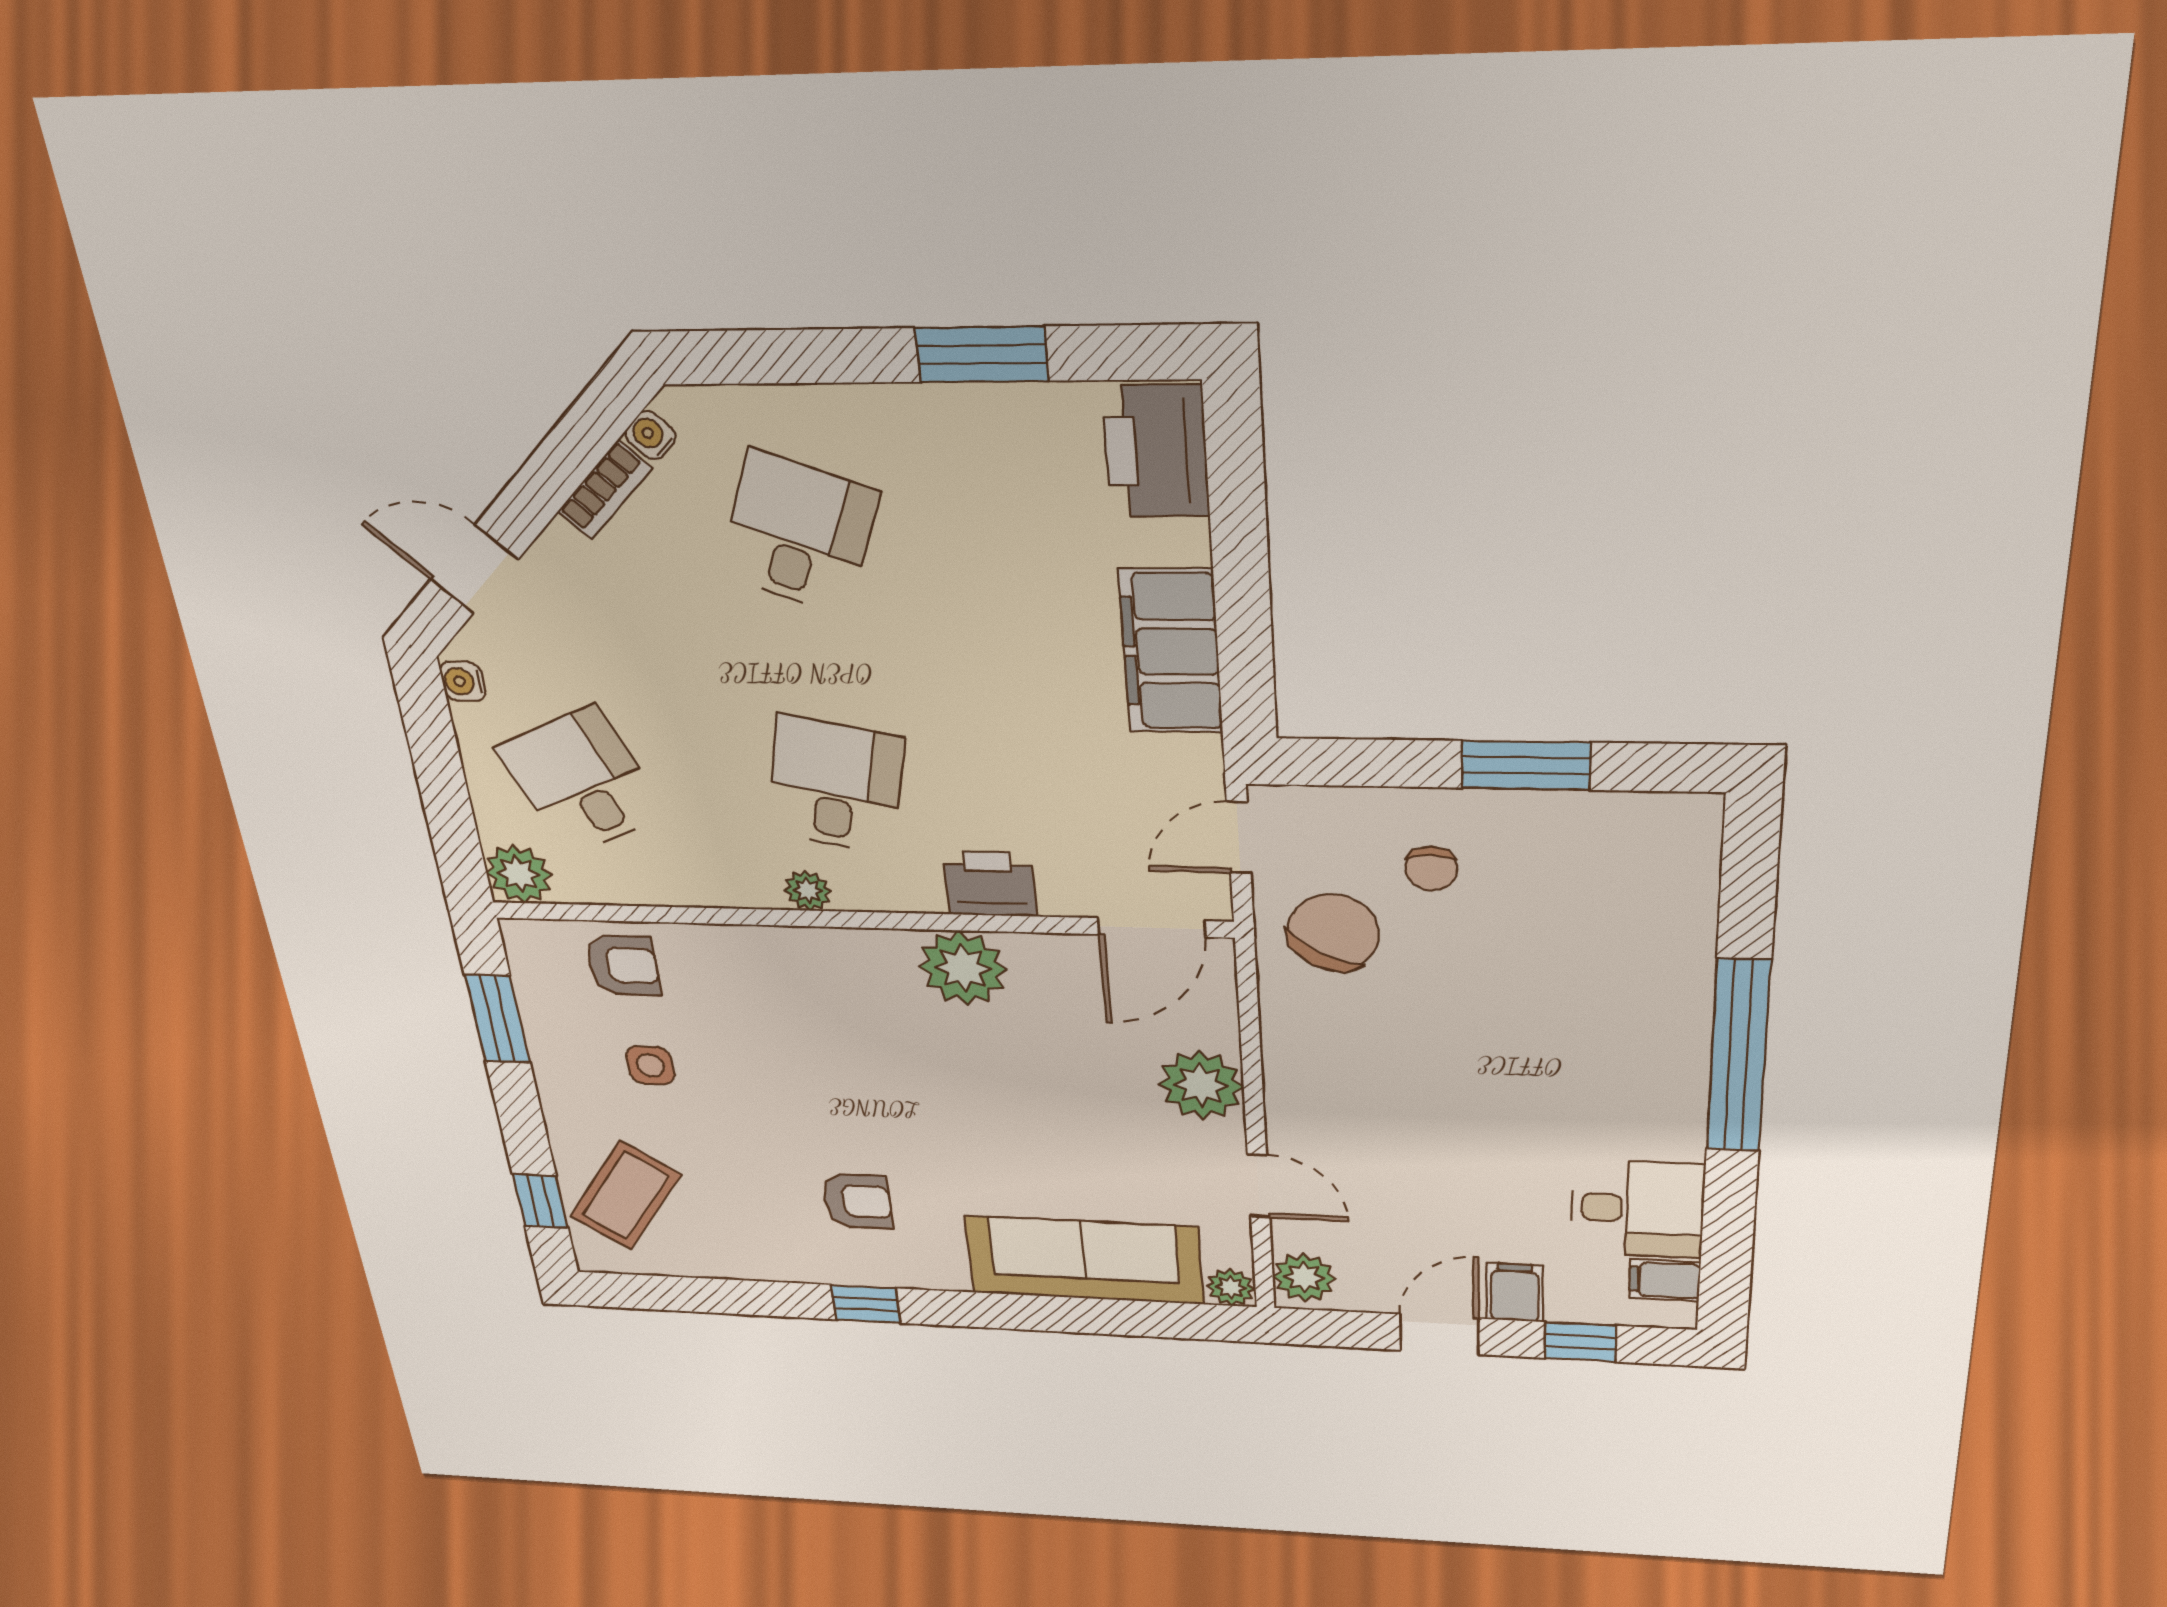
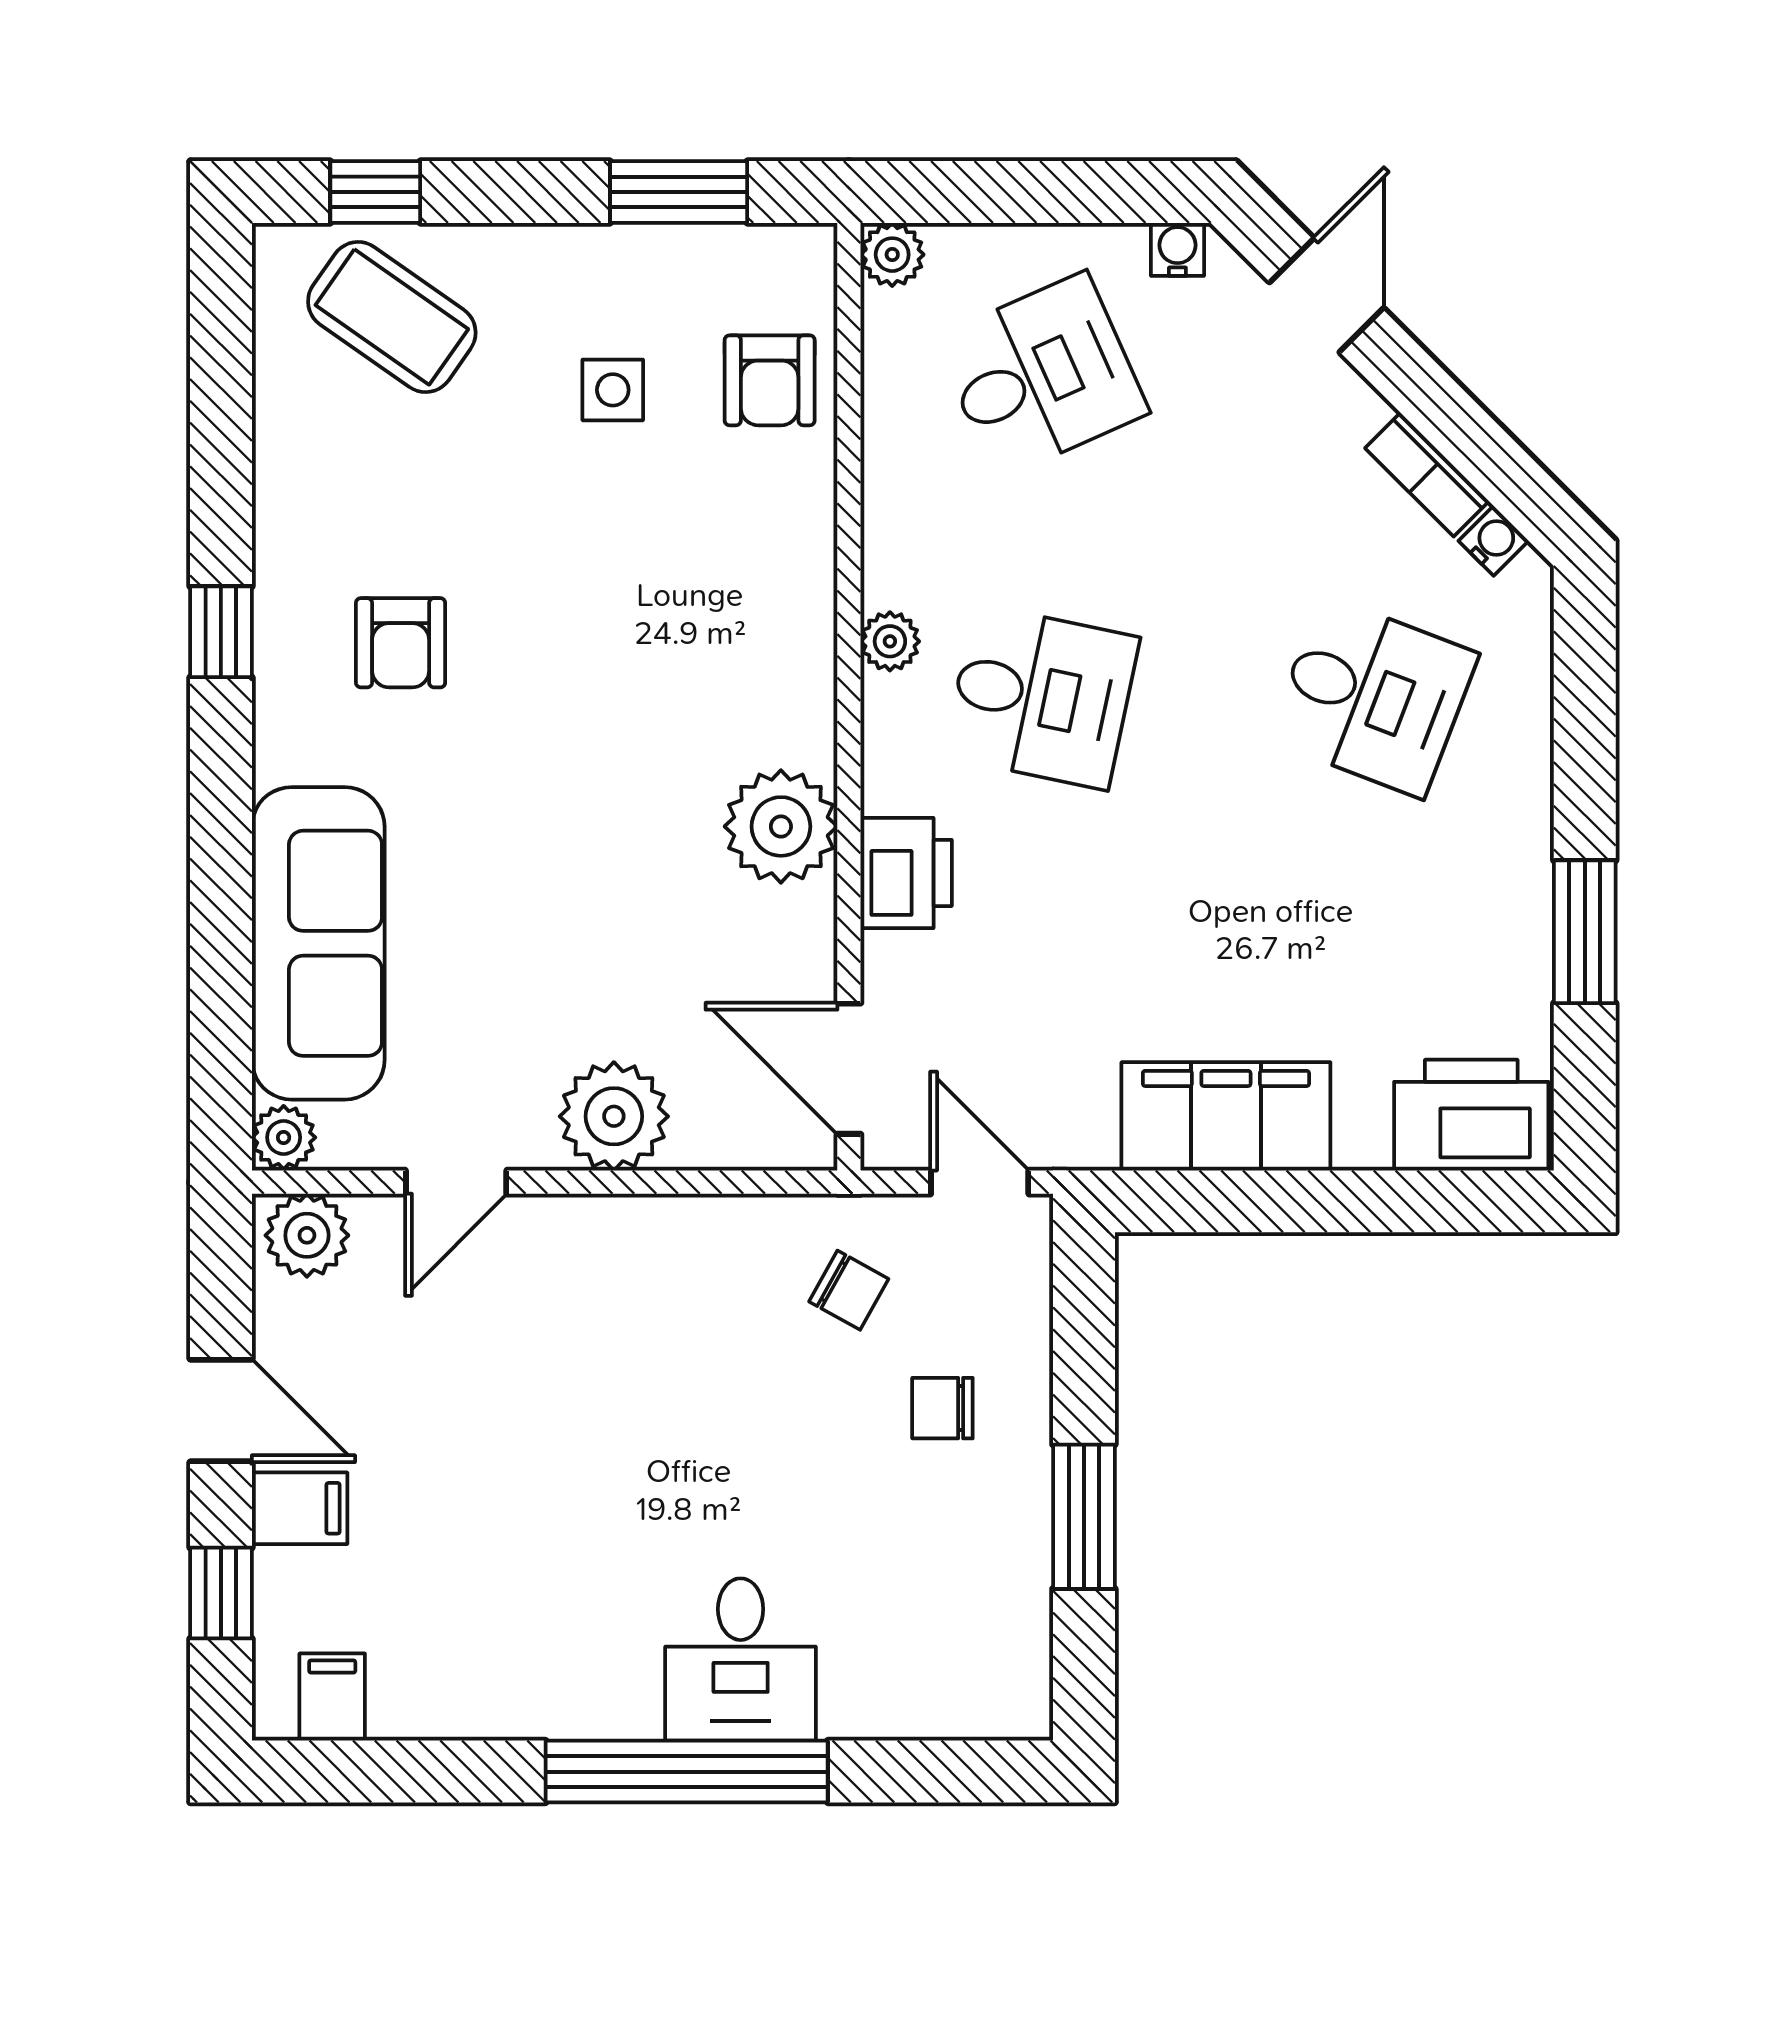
plant: (519, 874) -> (892, 255), width x0.73, depth x0.73
chair: (1333, 933) -> (849, 1290), width x0.54, depth x0.54
desk: (1637, 1209) -> (741, 1660), moved

